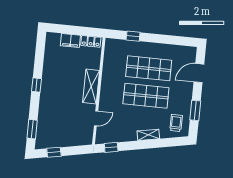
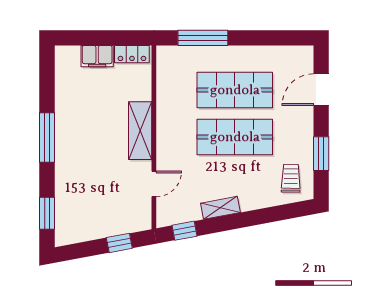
window: (133, 36) -> (203, 38), width x2.17
window: (37, 85) -> (47, 137), width x2.17
shelving: (148, 135) -> (220, 208), moved
window: (54, 152) -> (119, 243), moved

